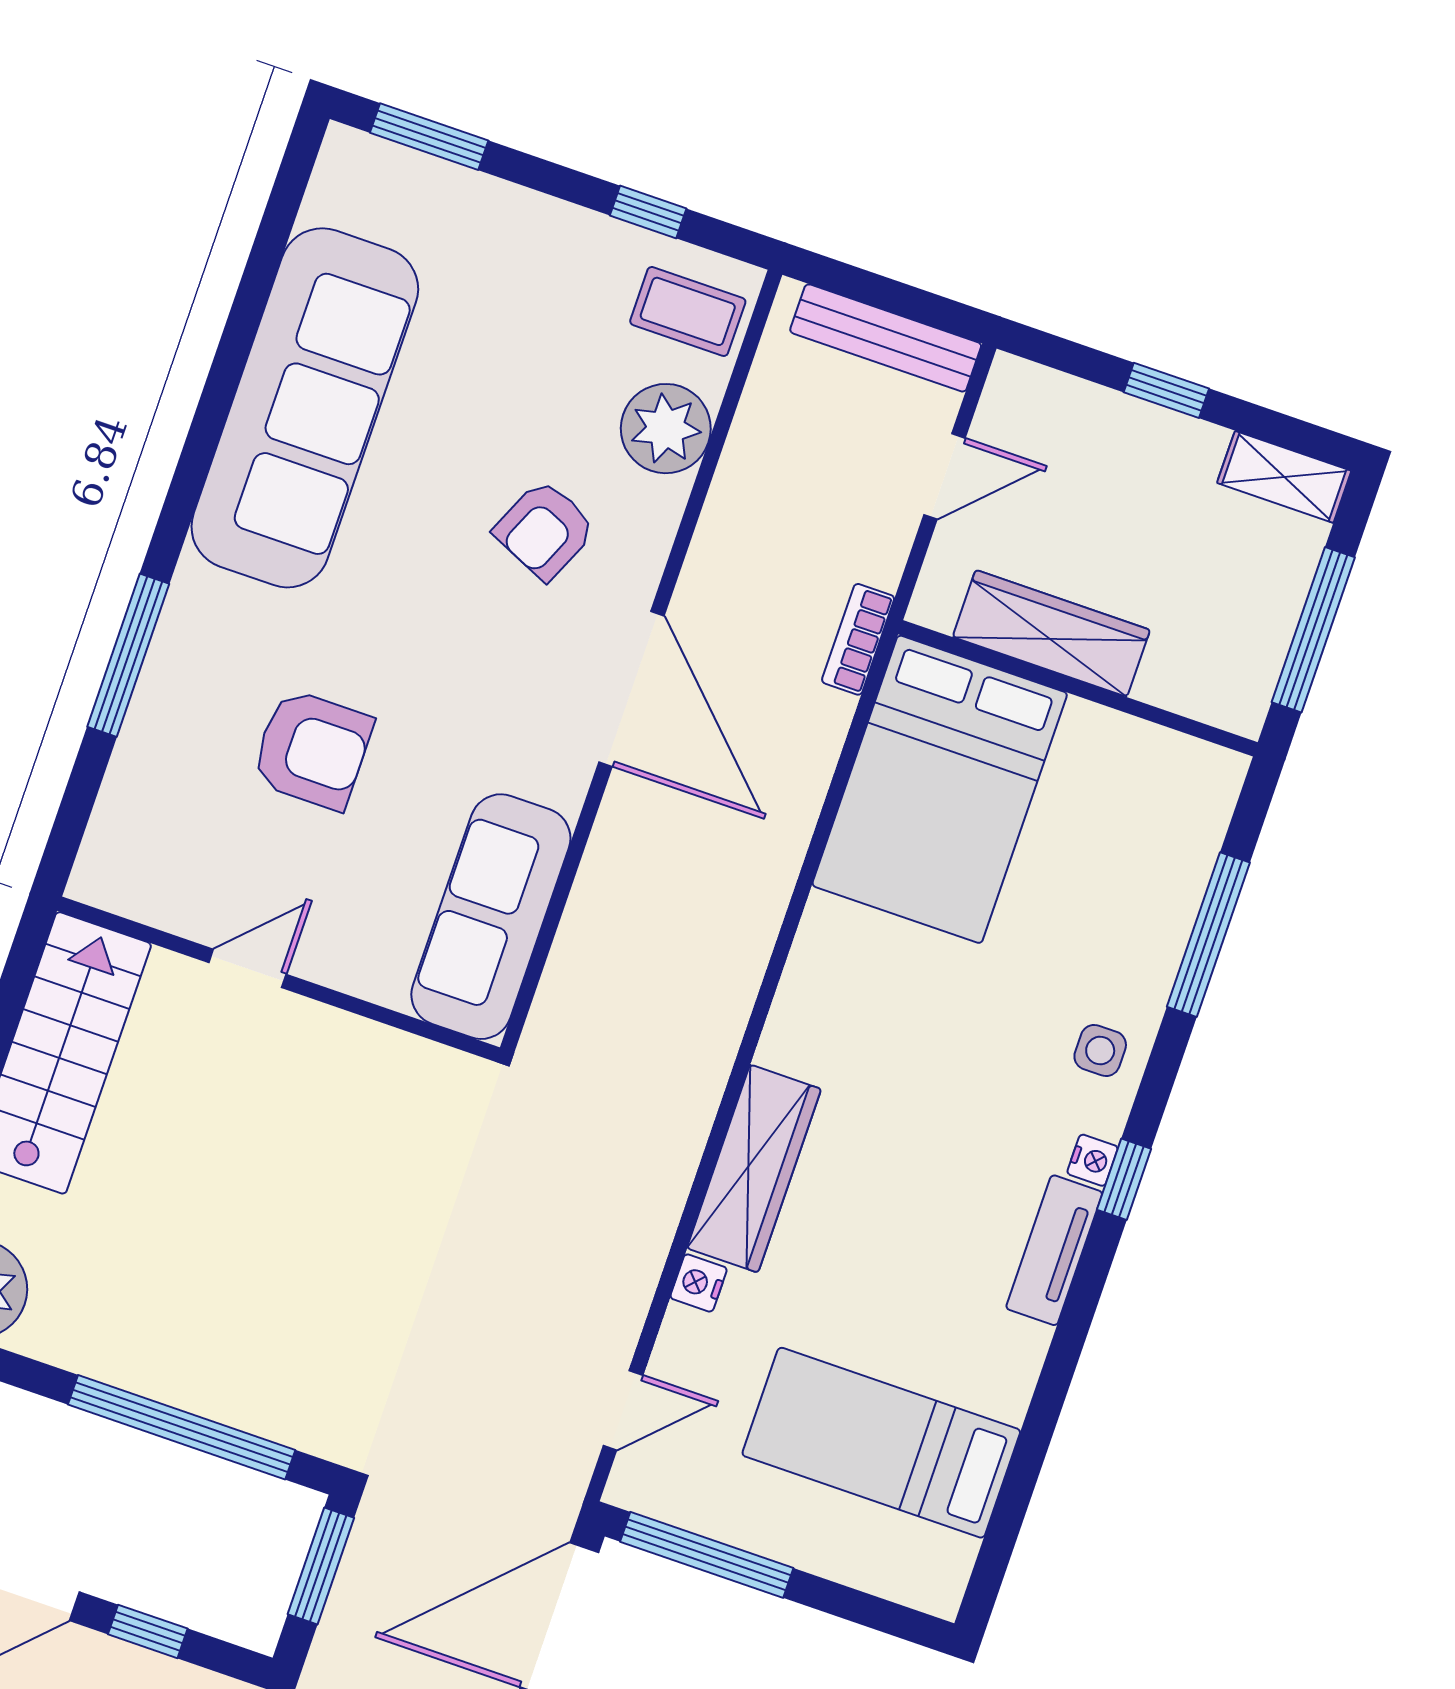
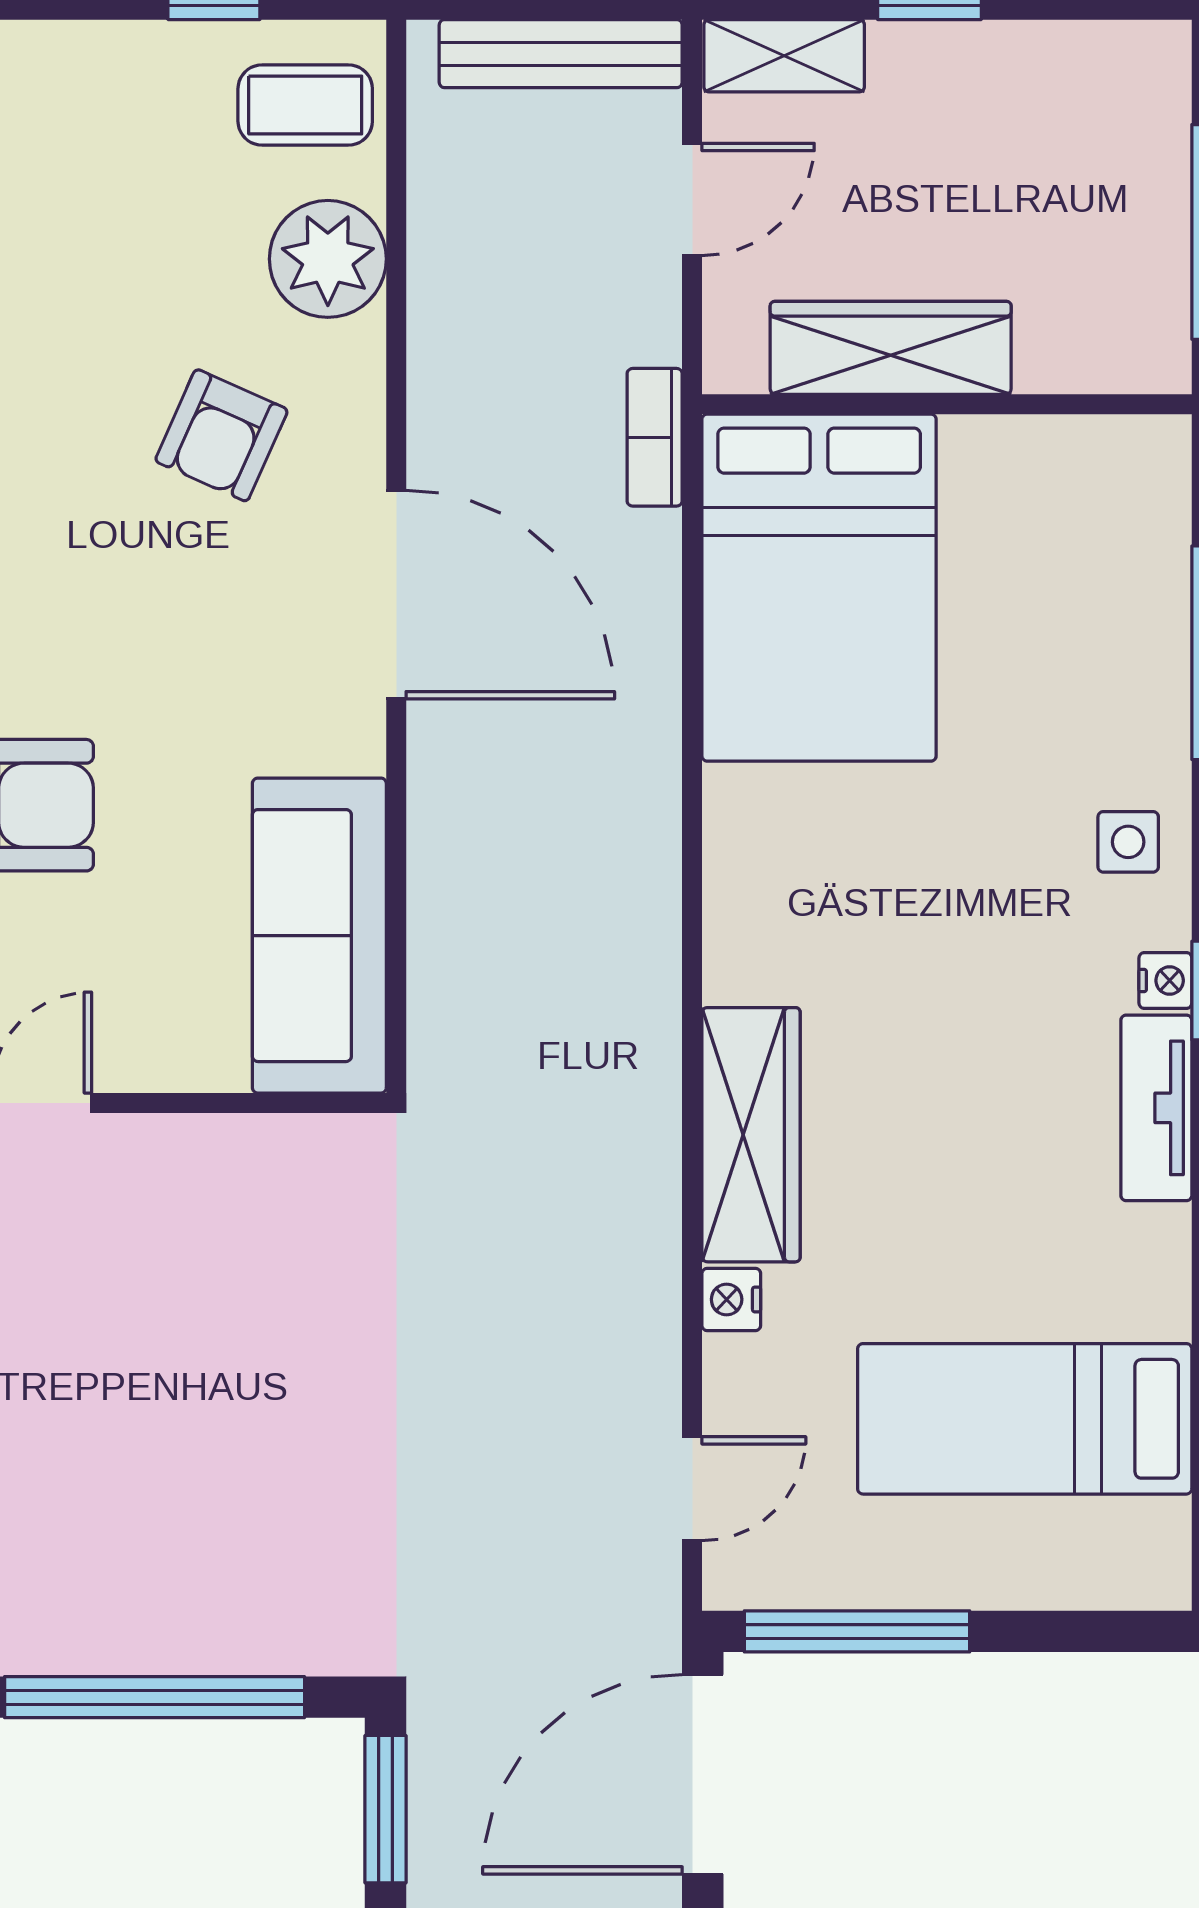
shelving: (1284, 477) -> (784, 56), moved

